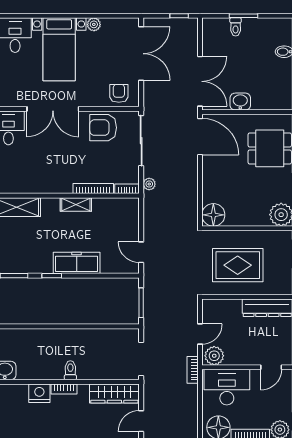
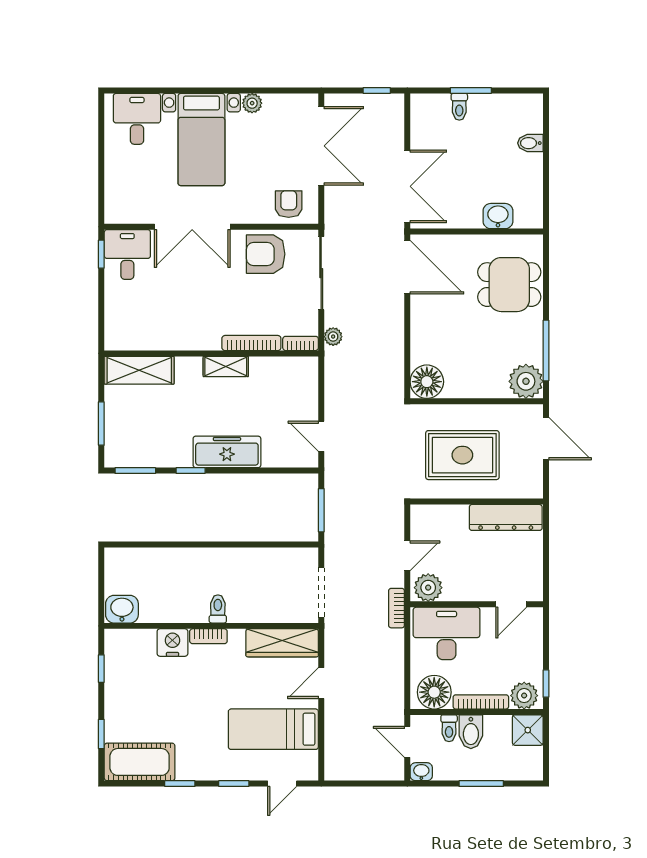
washbasin: (240, 102) -> (498, 216), moved

